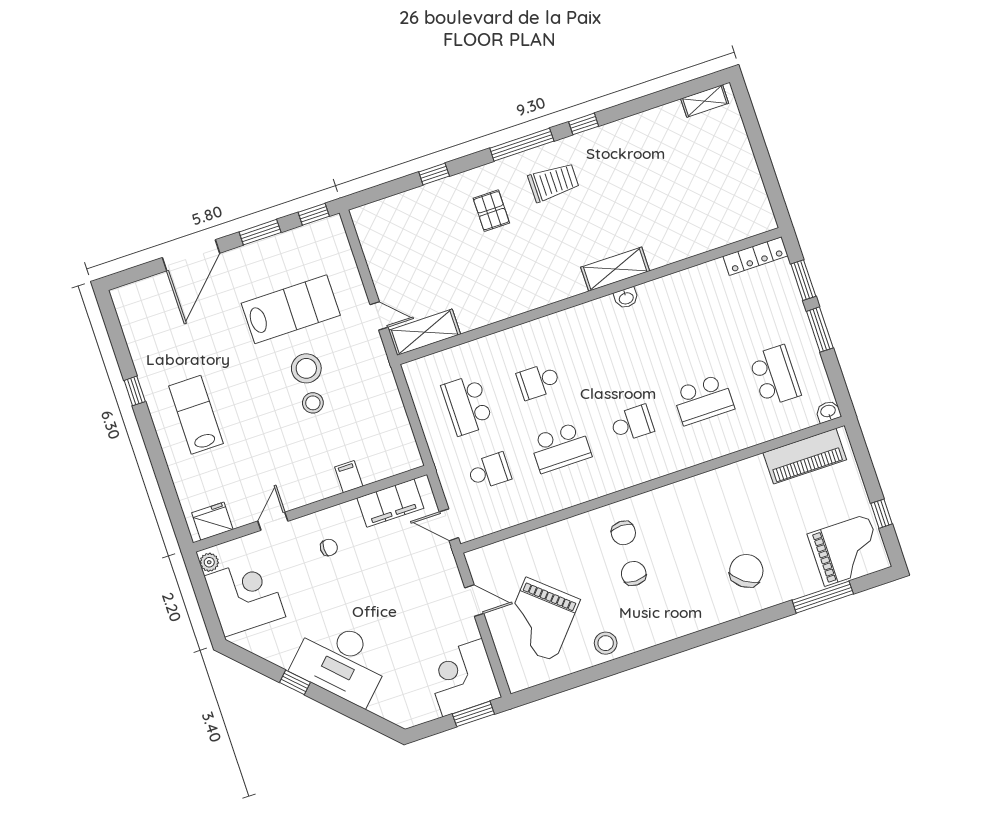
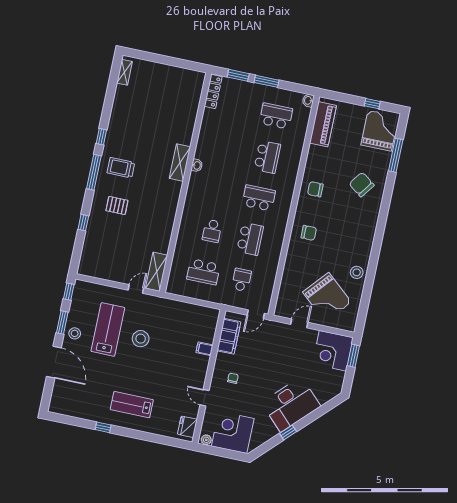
trolley: (553, 182) -> (121, 168), turned -90
stool: (313, 403) -> (75, 333), moved
school desk: (632, 423) -> (259, 198), width x1.85
chair: (634, 573) -> (315, 189), moved

